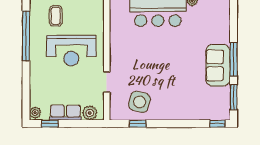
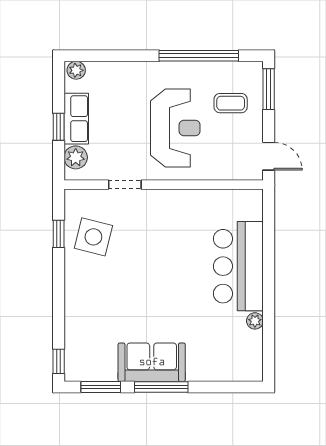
reception desk: (71, 51) -> (175, 128), turned 180
window: (50, 124) -> (59, 127), moved

